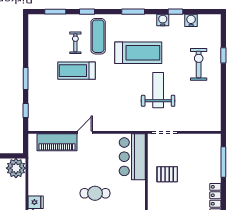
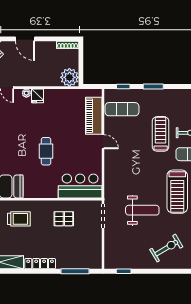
window: (223, 55) -> (124, 271), moved
exercise bike: (199, 64) -> (166, 248), turned -31
exercise mat: (50, 112) -> (122, 109), added
pallet: (167, 174) -> (64, 219), turned 90

